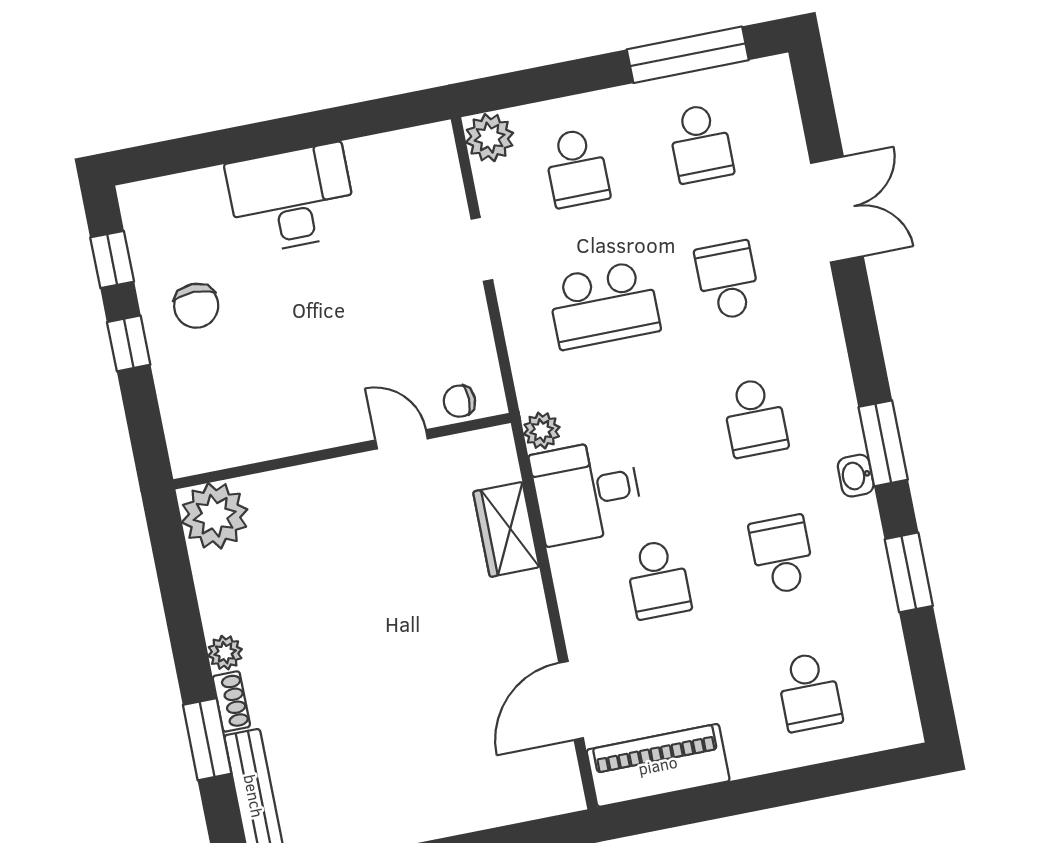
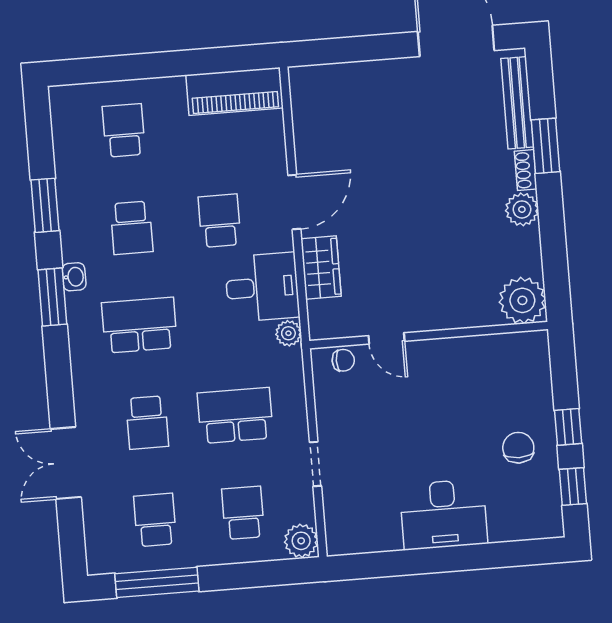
school desk: (755, 418) -> (139, 325), width x1.85
plant: (225, 653) -> (522, 209), width x1.38, depth x1.38
door: (571, 700) -> (294, 202), moved

